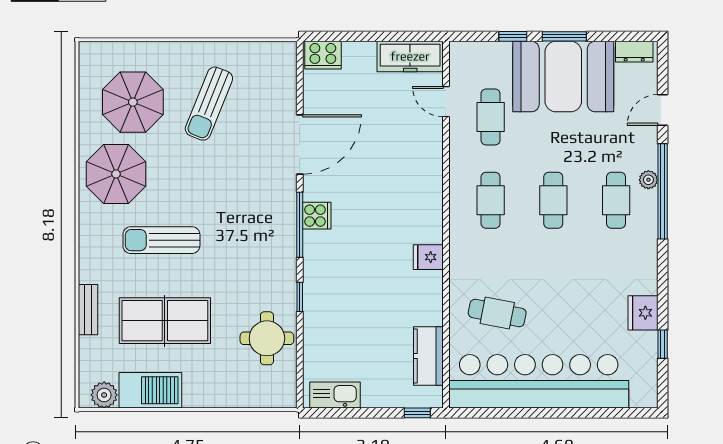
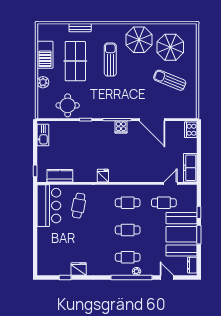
bar counter: (539, 381) -> (49, 206), width x0.54
plant: (104, 395) -> (43, 82), moved

